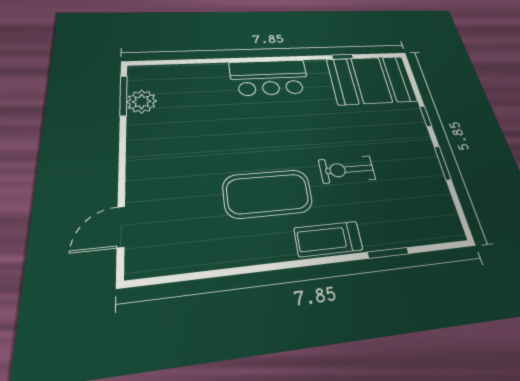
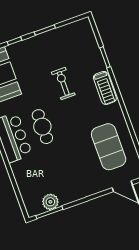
cafe table: (277, 121) -> (42, 127), added
exercise bike: (347, 169) -> (63, 83), turned 180
exercise mat: (268, 194) -> (109, 147), moved

